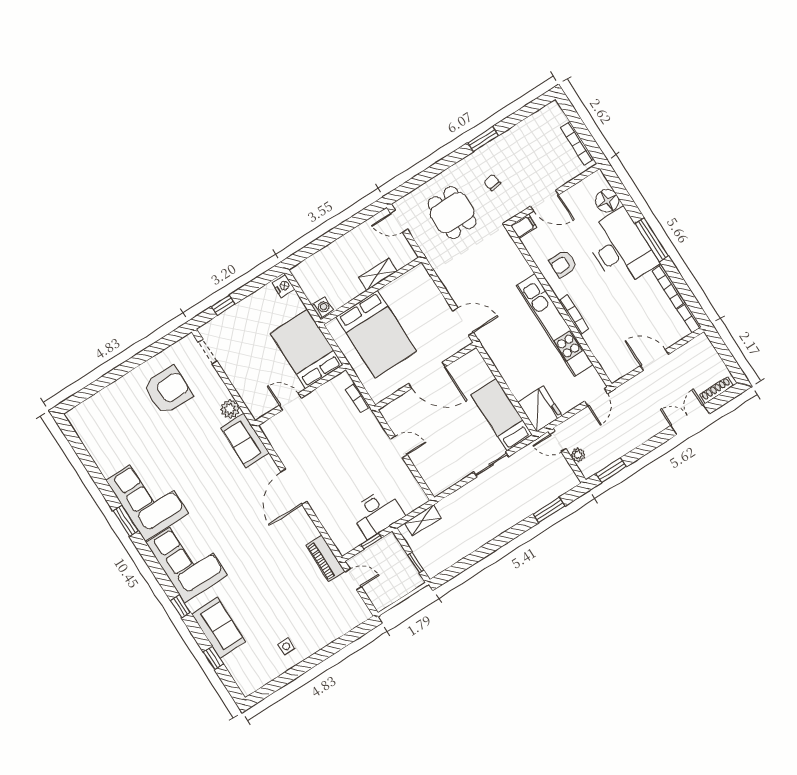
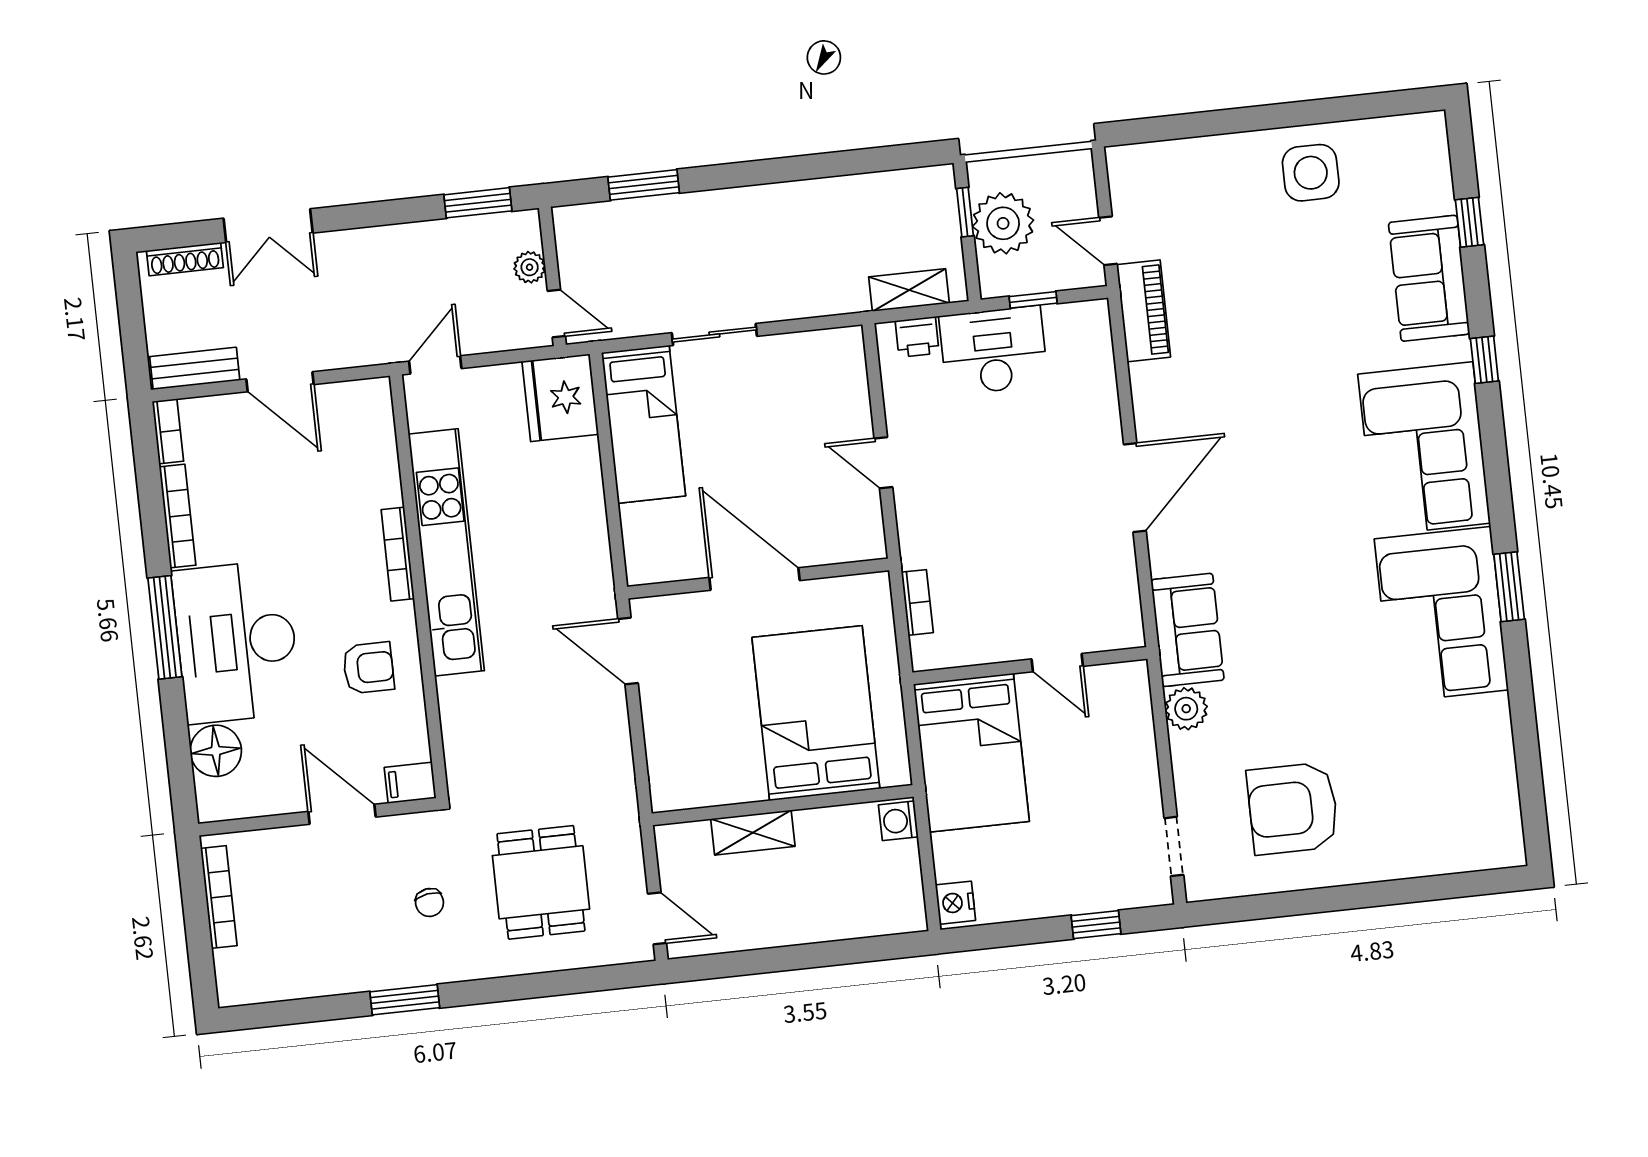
bench: (691, 349) -> (195, 368), added
printer: (410, 504) -> (917, 337), added
plant: (398, 566) -> (1003, 223), added
side table: (286, 646) -> (1311, 173), width x1.87, depth x1.87

